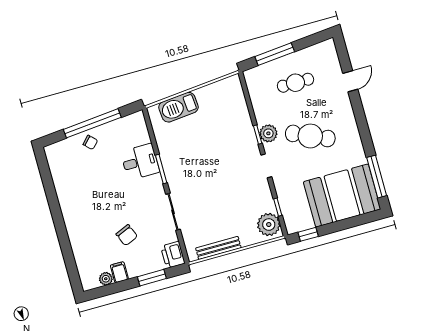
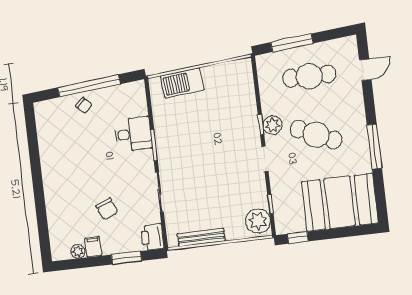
door: (350, 81) -> (365, 70), moved
cafe table: (296, 83) -> (309, 76), width x1.37, depth x1.35
window: (377, 177) -> (374, 147), moved

